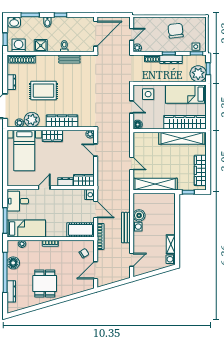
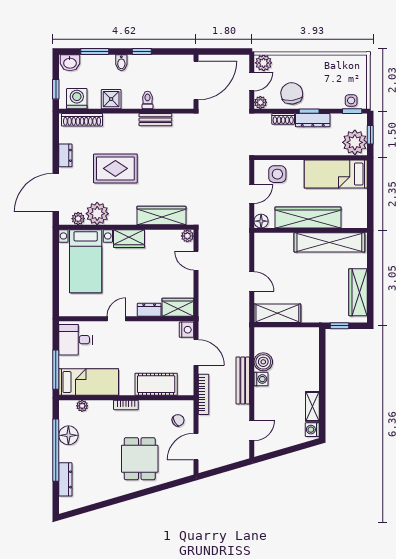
plant: (139, 22) -> (264, 63), added
chair: (176, 31) -> (292, 93), moved
door: (132, 107) -> (252, 194), hinge flipped
wardrobe: (62, 121) -> (161, 216), moved
wardrobe: (185, 122) -> (308, 217), moved
shelving: (155, 184) -> (277, 313), width x0.68
cot: (81, 230) -> (156, 384), moved
dining table: (45, 283) -> (140, 459), moved

